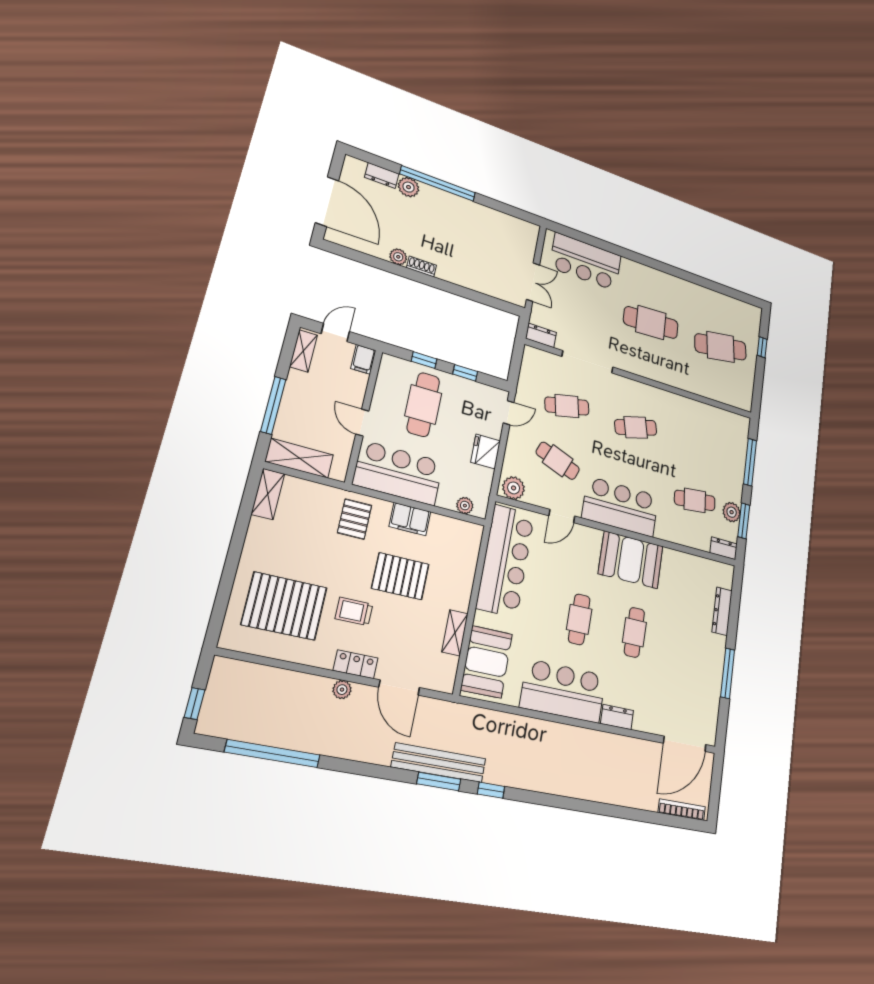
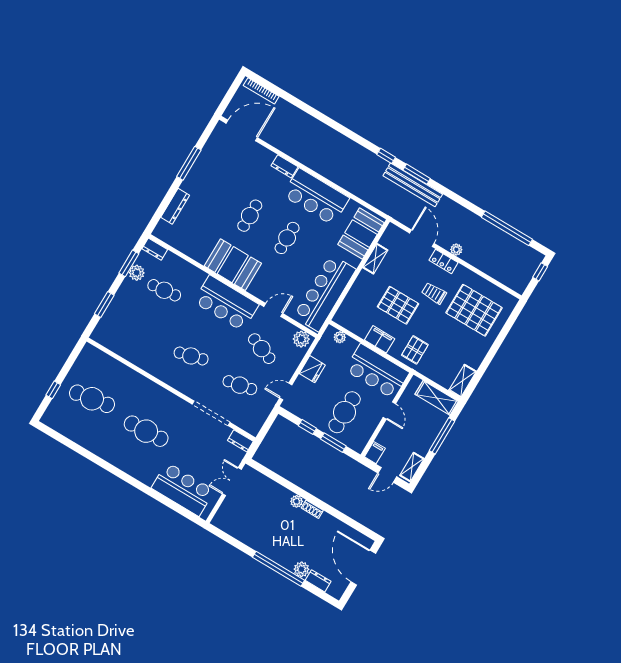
plant: (398, 257) -> (297, 501), moved
window: (424, 360) -> (333, 443), width x1.50
window: (750, 462) -> (104, 305), width x0.69
trolley: (354, 611) -> (434, 293), turned 180

